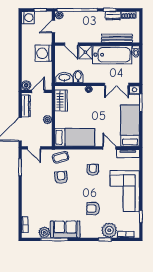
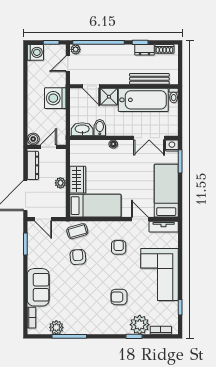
wardrobe: (61, 100) -> (78, 180), moved
sofa: (65, 229) -> (38, 287), moved, turned 90

